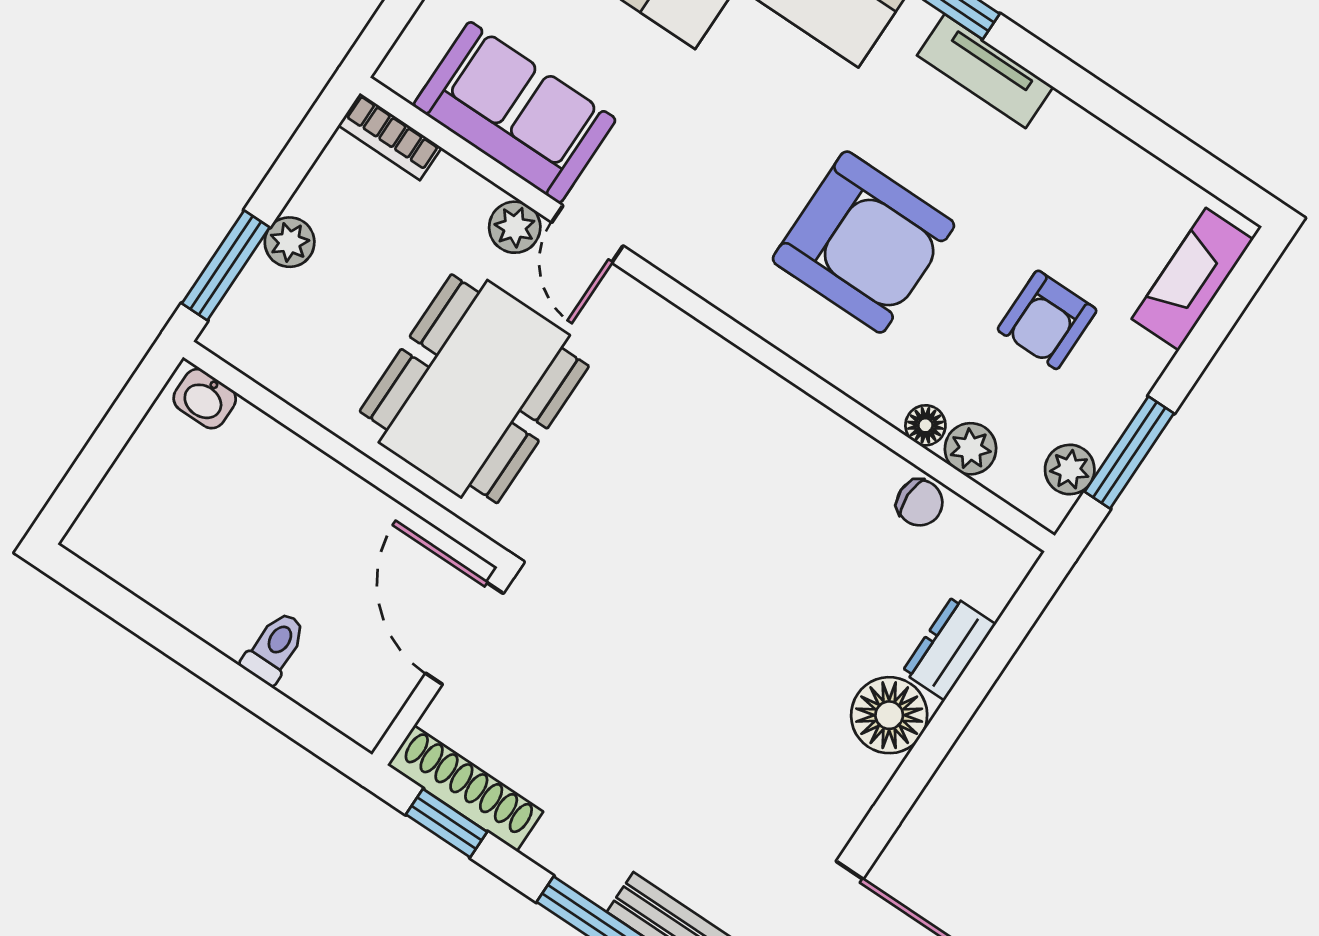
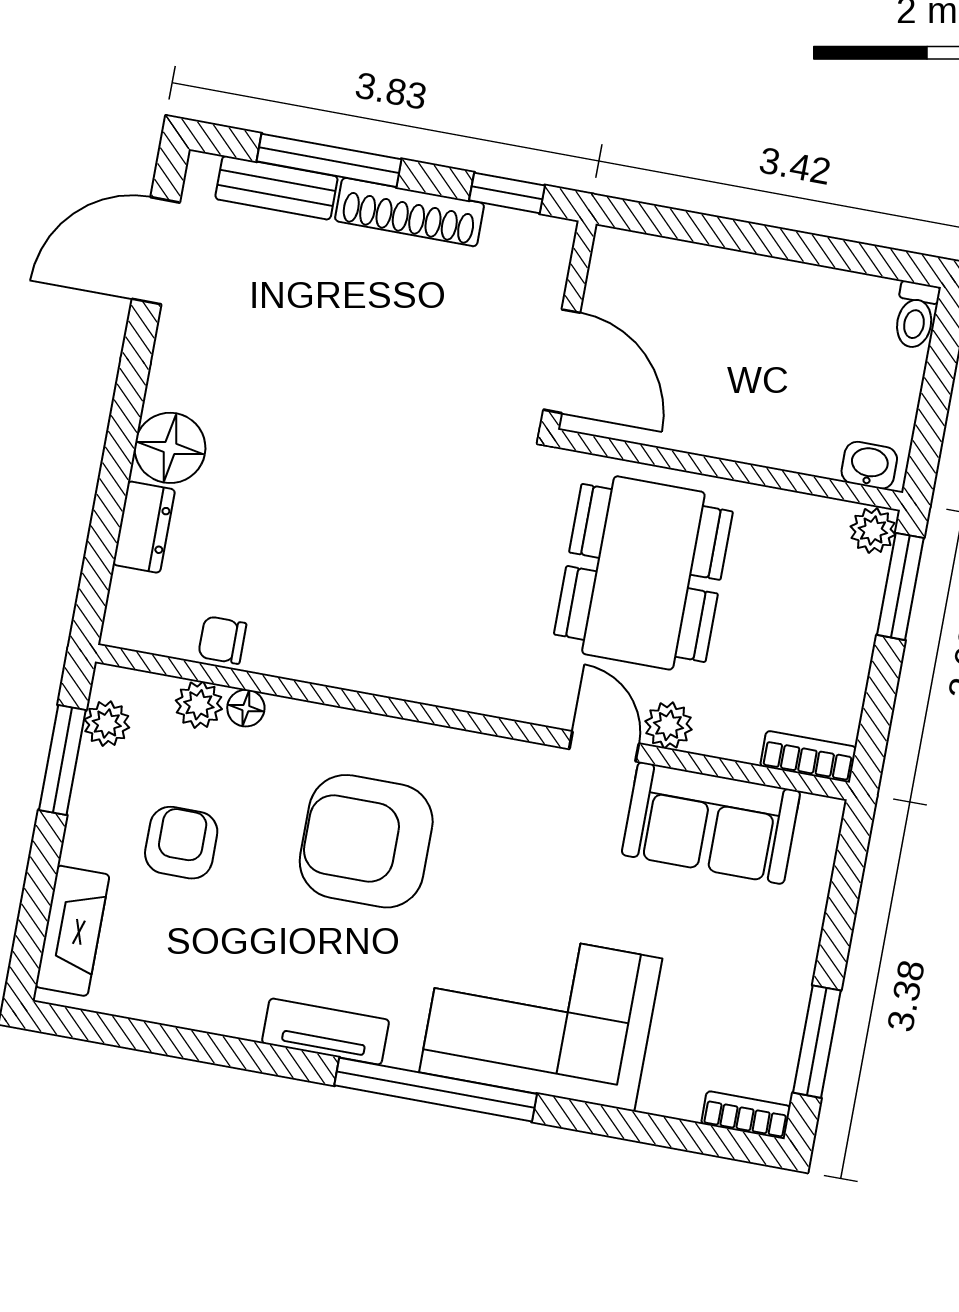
plant: (290, 242) -> (873, 531), moved
toilet: (274, 648) -> (916, 315), moved
shoe rack: (465, 788) -> (409, 212), moved

